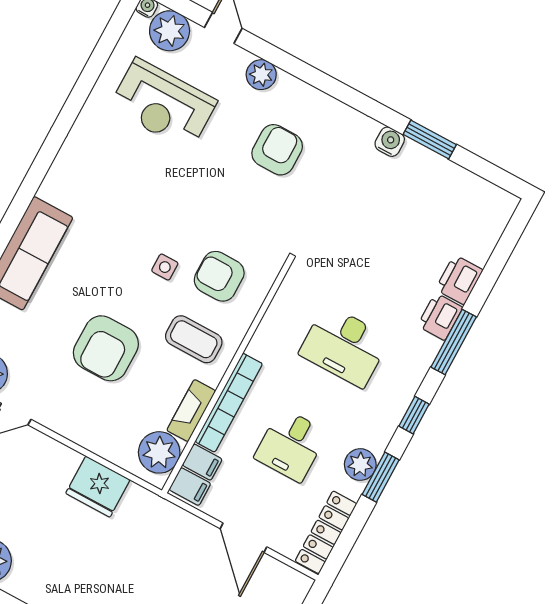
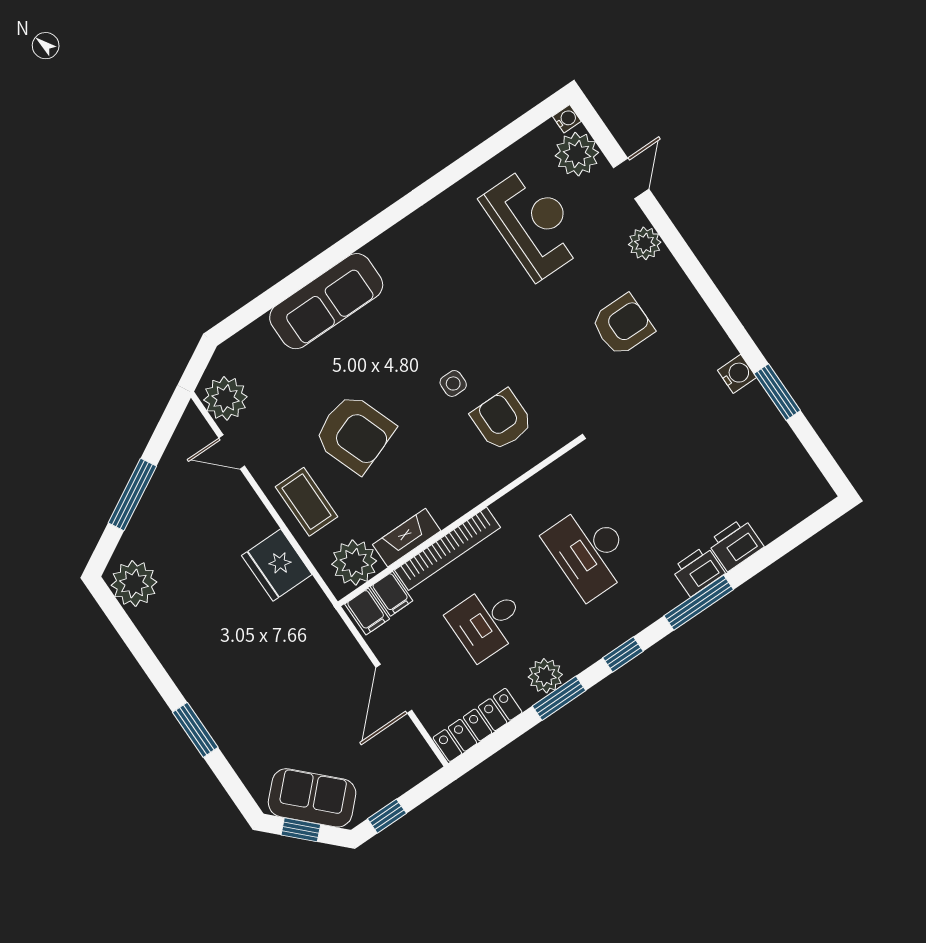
reception desk: (163, 104) -> (533, 223), turned 180
coffee table: (194, 339) -> (306, 502), moved
armchair: (106, 348) -> (354, 433), turned -110

